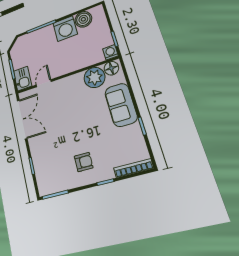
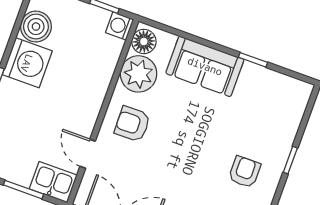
armchair: (70, 92) -> (132, 124), added
bookcase: (133, 168) -> (298, 111), removed

